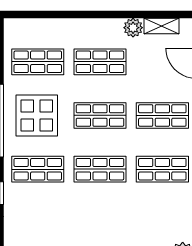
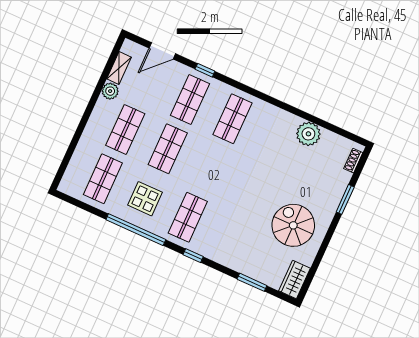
display table: (37, 115) -> (145, 199), width x0.73, depth x0.73
shop shelf: (100, 169) -> (210, 168), removed

